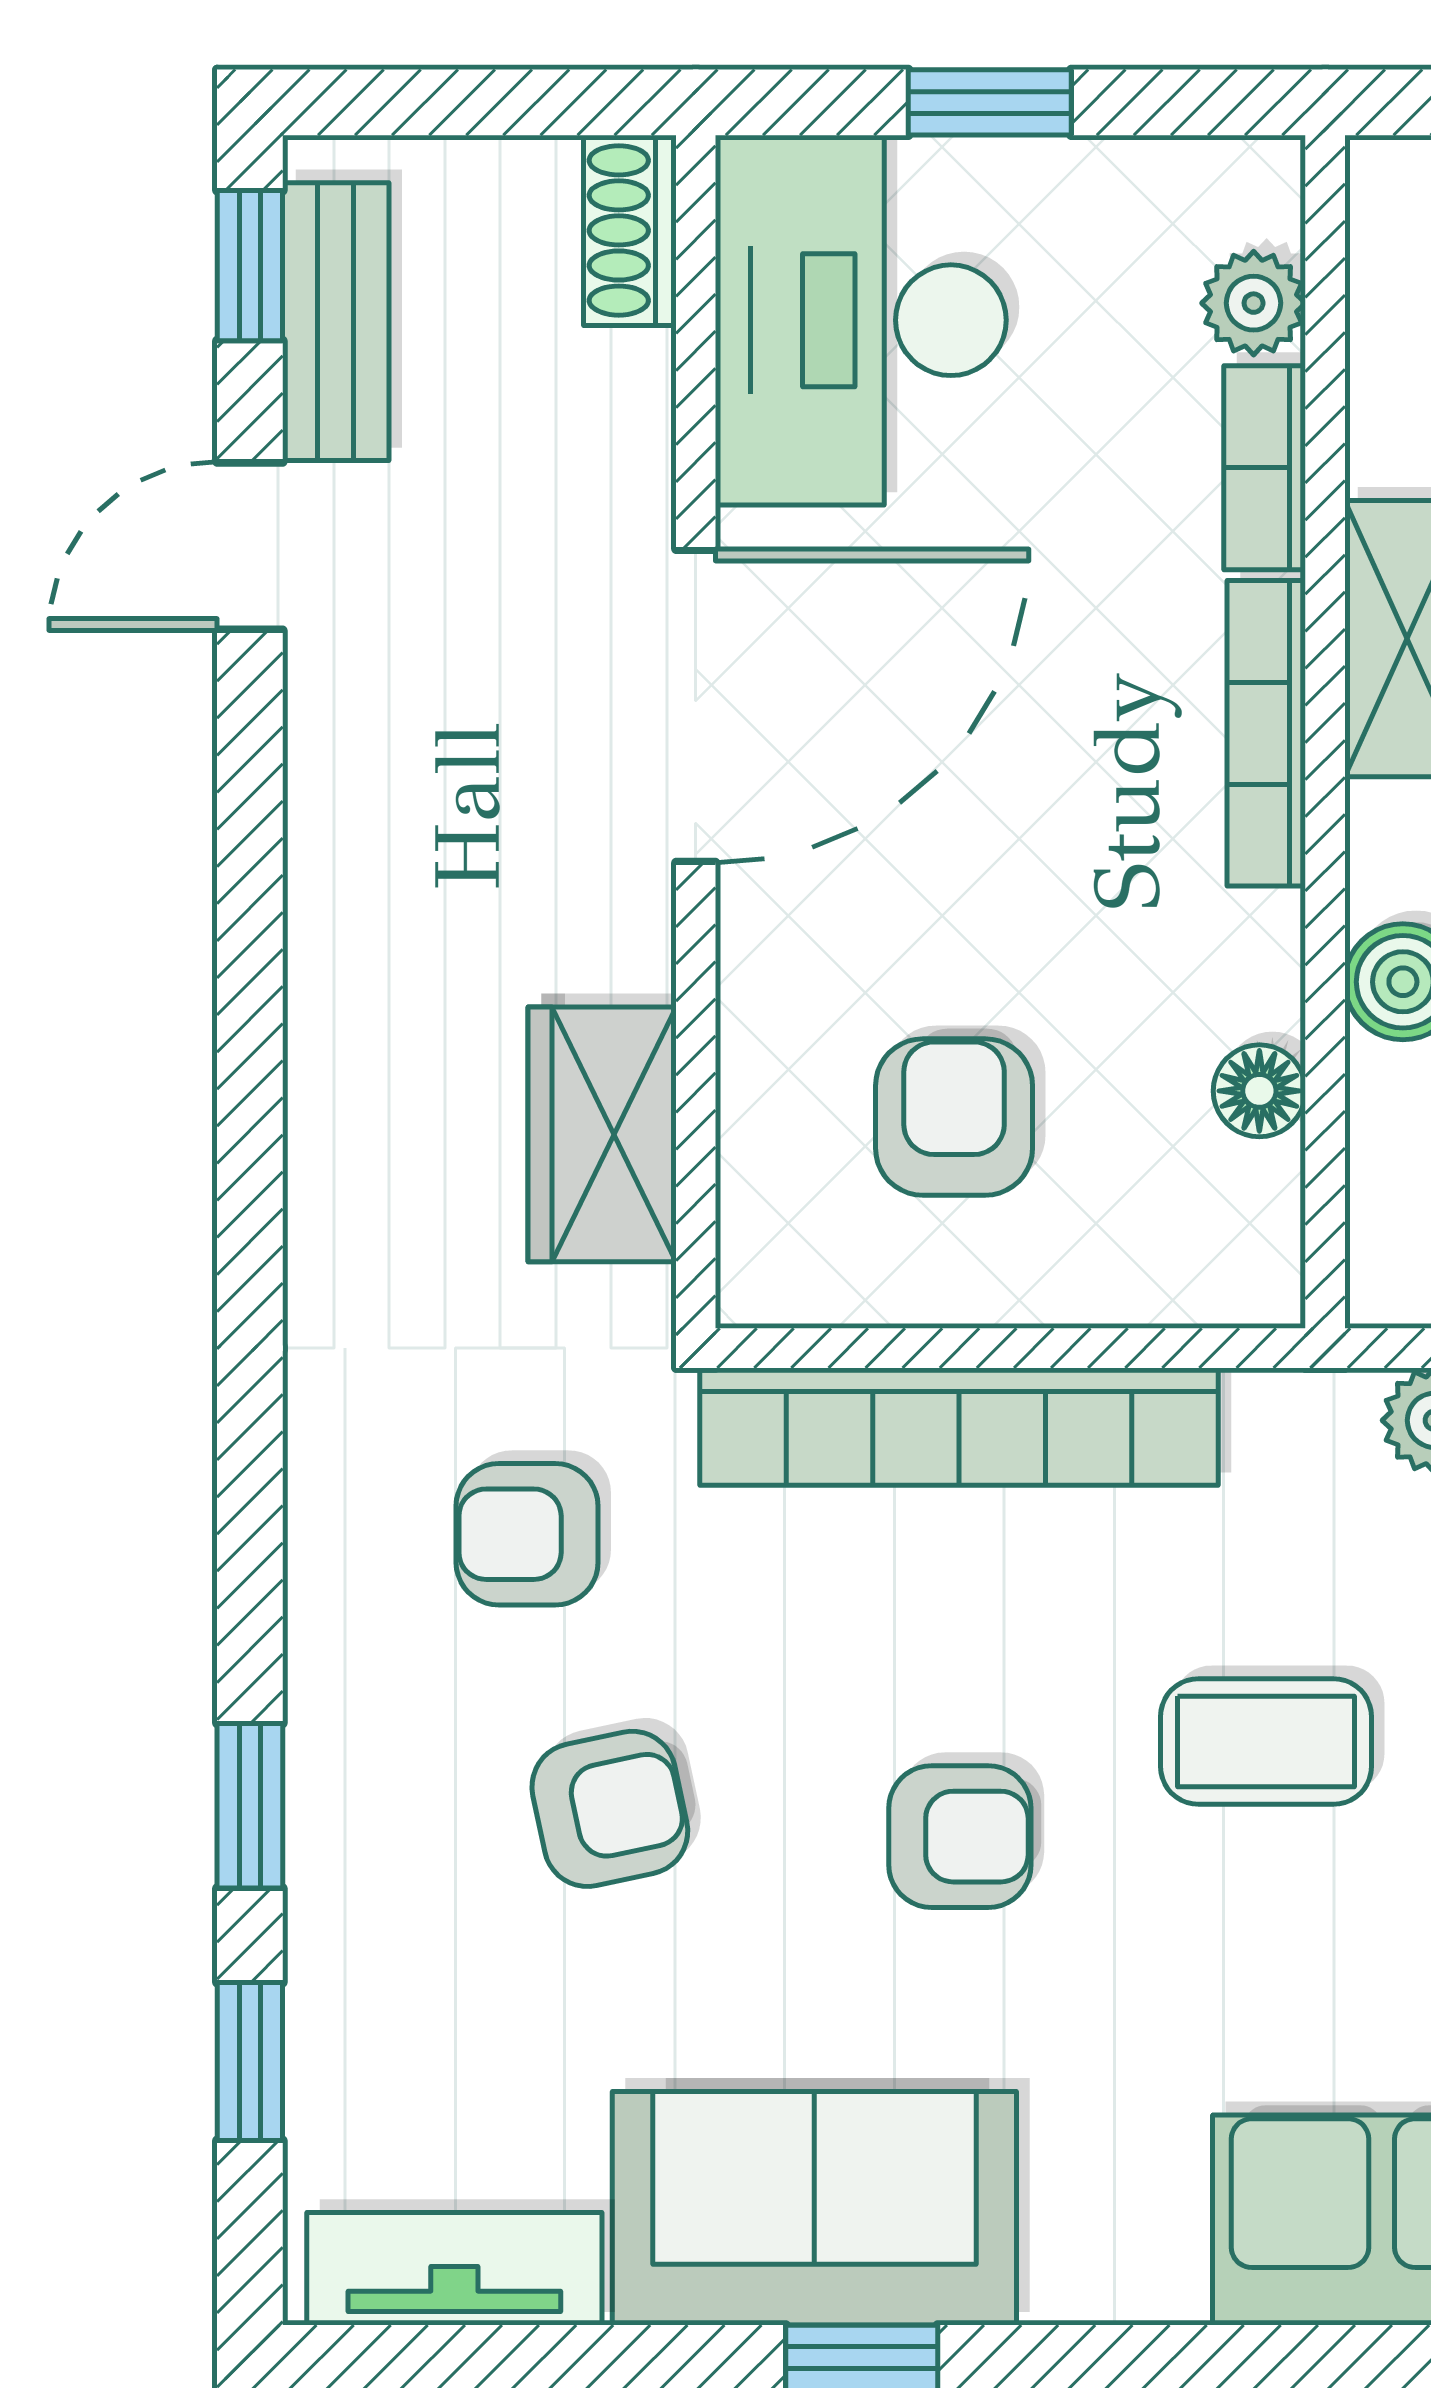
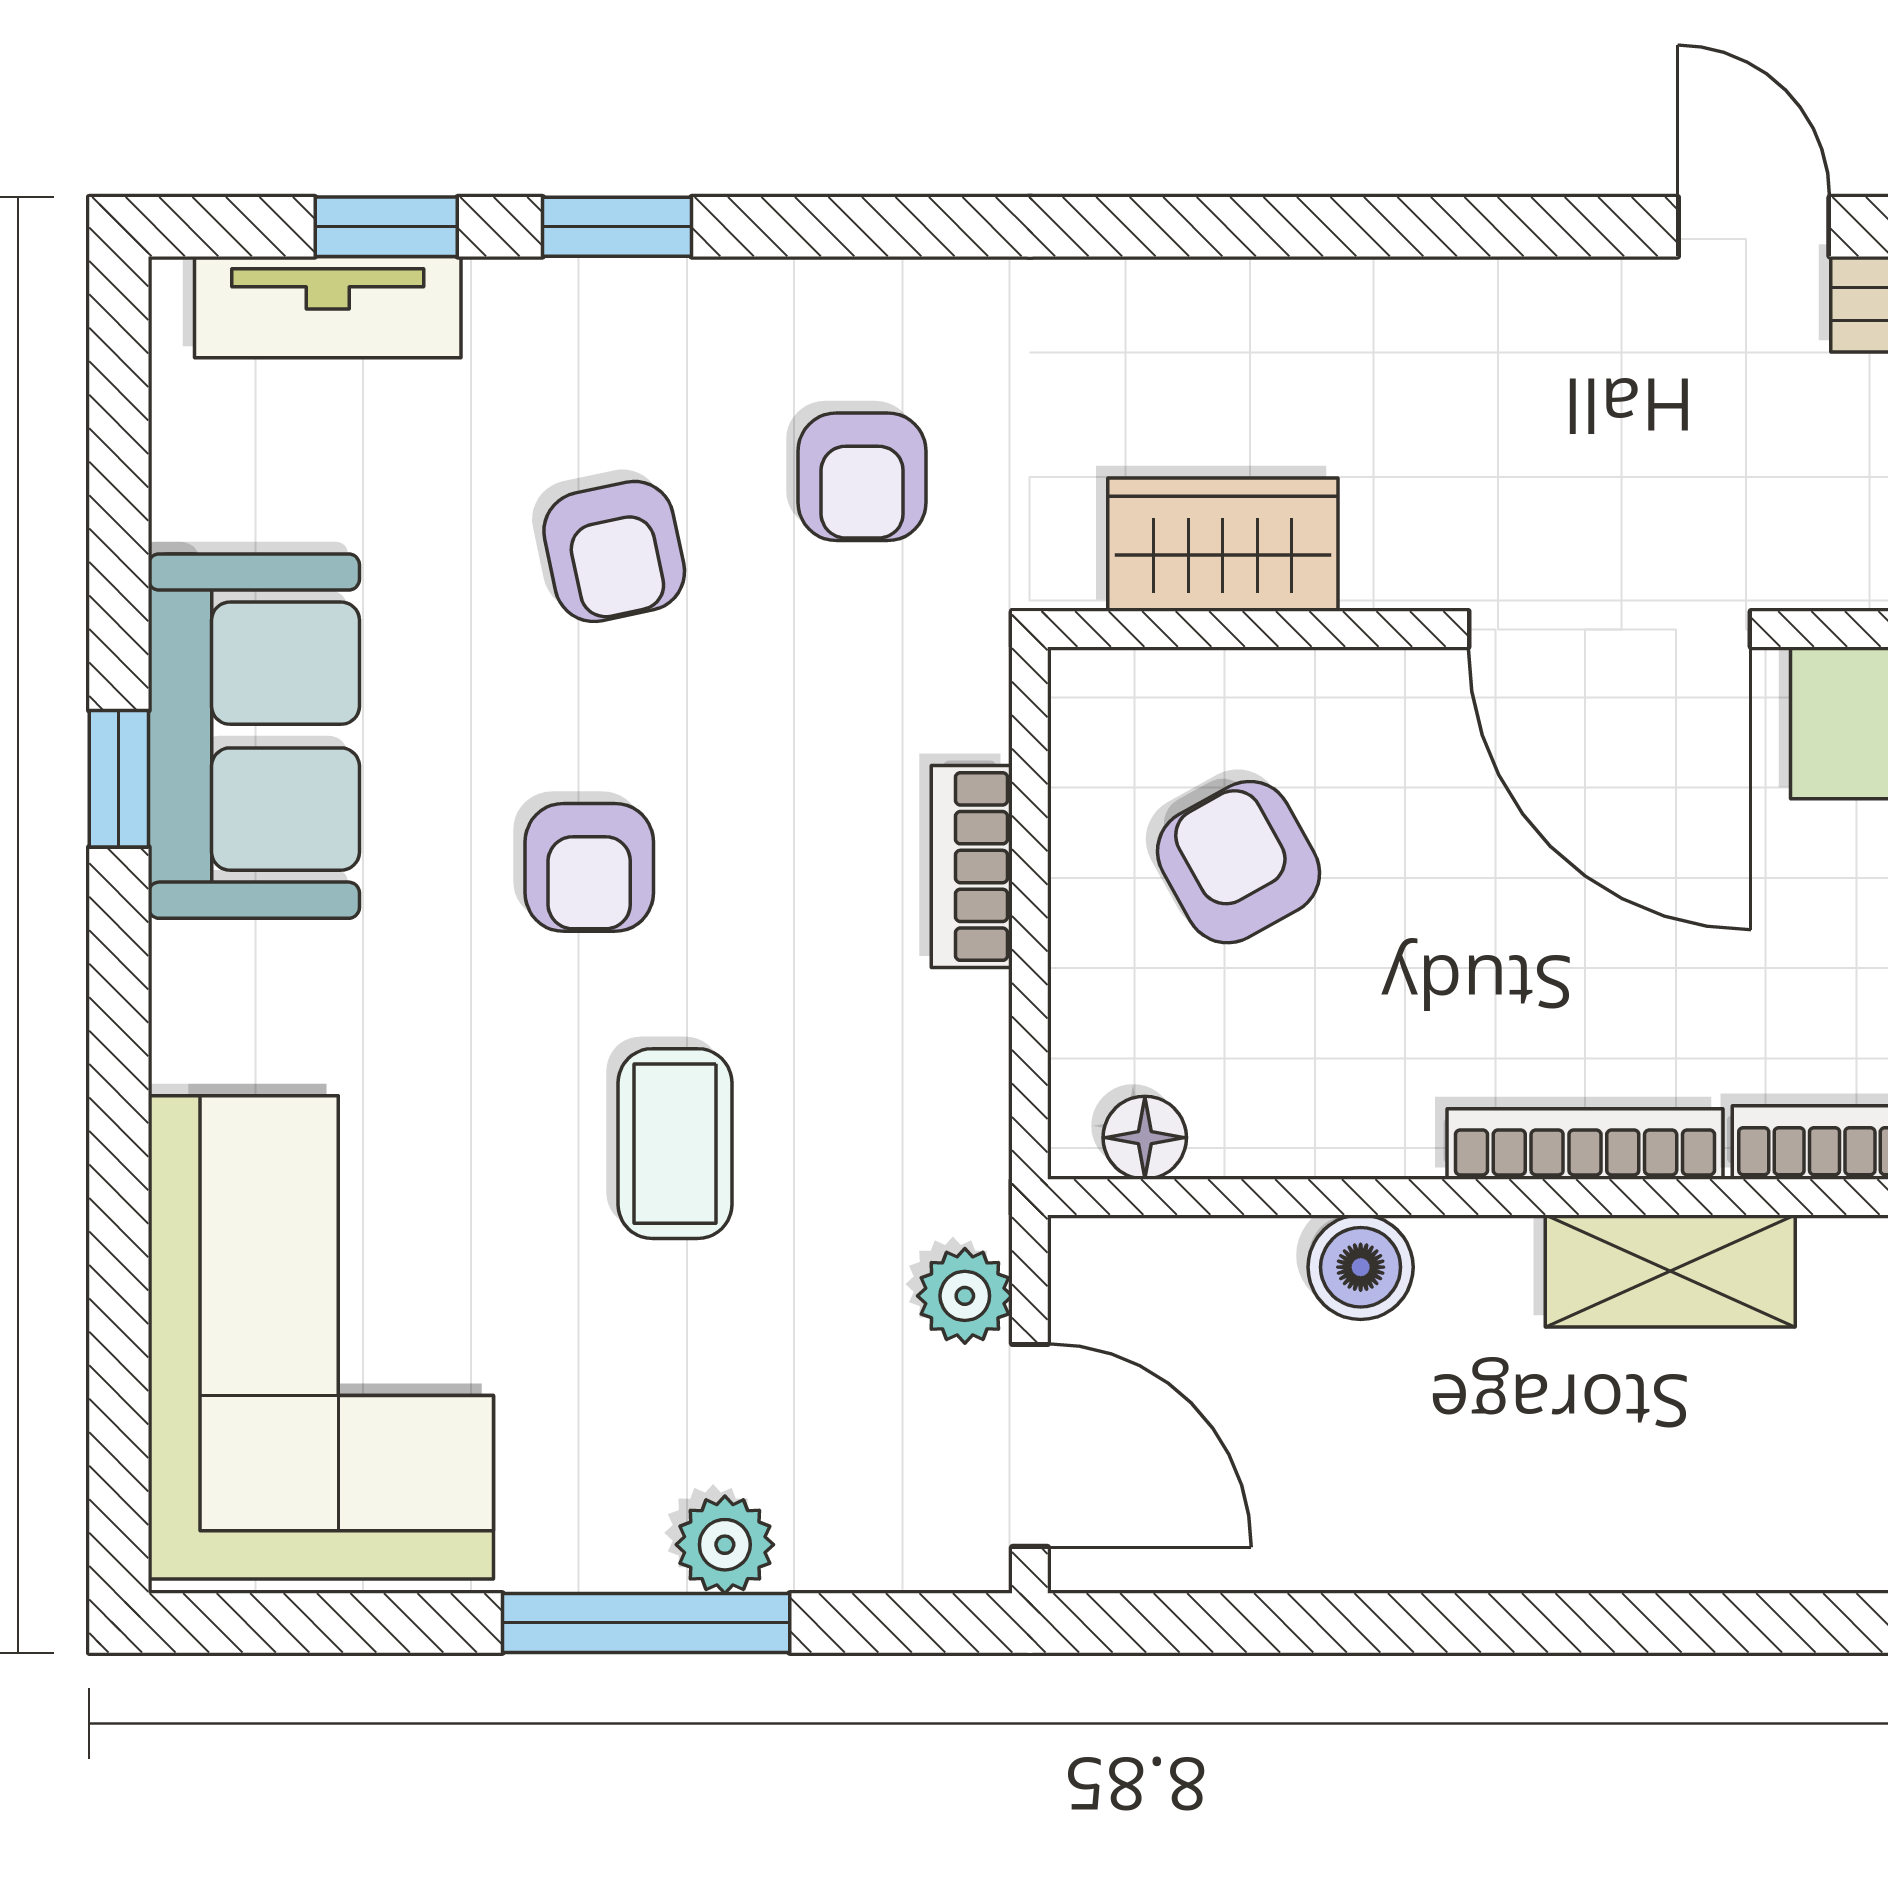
floor lamp: (1259, 1091) -> (1145, 1138), moved
armchair: (954, 1117) -> (1239, 862), turned -119
bookcase: (959, 1427) -> (972, 867), width x0.43, depth x0.76
armchair: (527, 1534) -> (862, 477), turned 180
tv unit: (454, 2269) -> (328, 307), moved, turned 90

